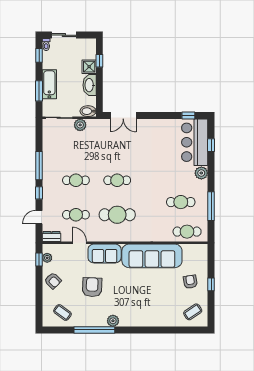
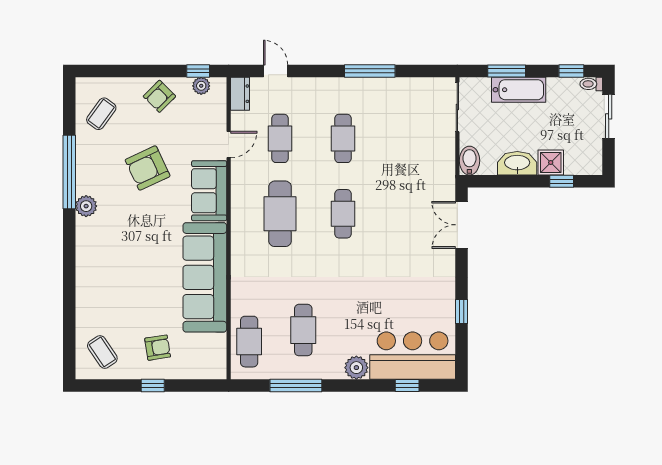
window: (188, 115) -> (461, 311), moved
plant: (80, 125) -> (444, 146), removed
window: (39, 193) -> (320, 71), removed
armchair: (92, 287) -> (148, 168), turned 153

